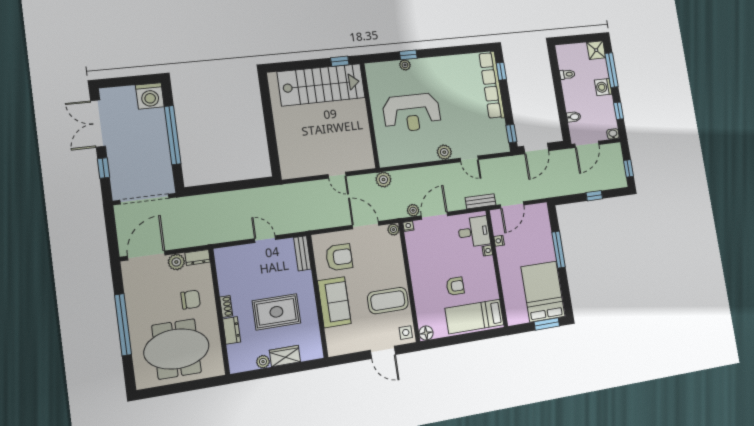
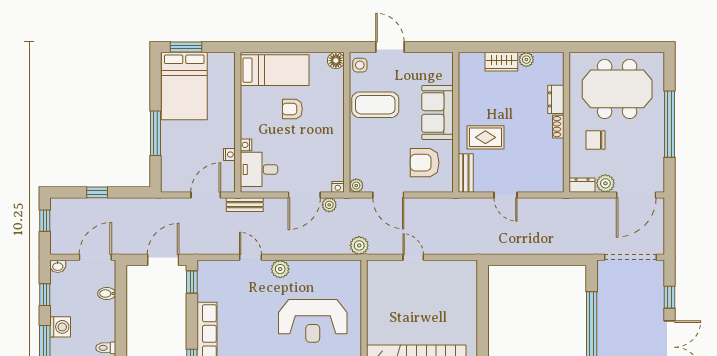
reception desk: (412, 113) -> (313, 321), turned 180
rug: (276, 312) -> (485, 137), moved, width x0.73, depth x0.70

